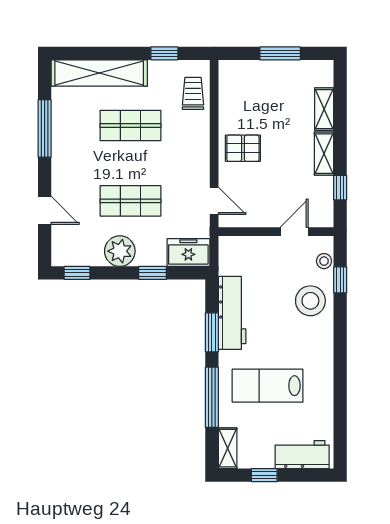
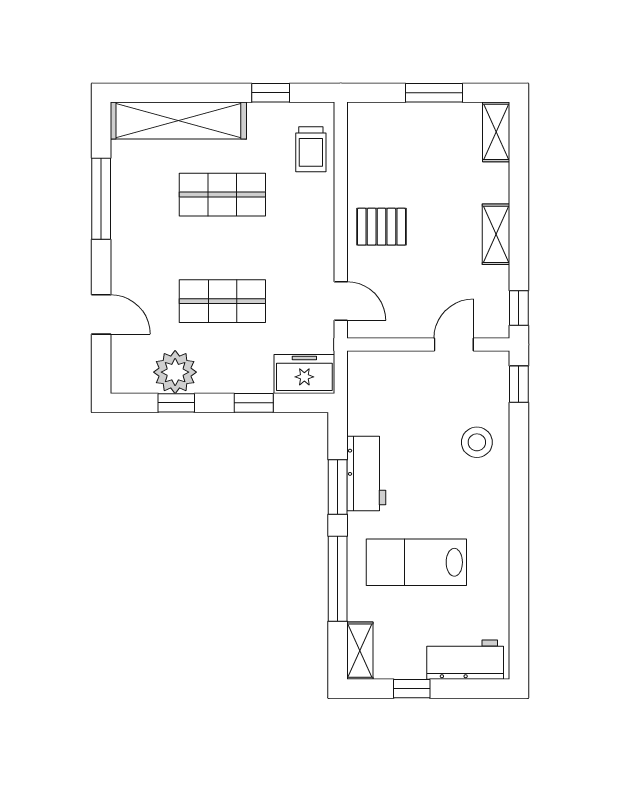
trolley: (193, 93) -> (311, 149), turned 180
shelving: (324, 109) -> (496, 132), moved
window: (340, 188) -> (519, 308), moved
plant: (120, 251) -> (175, 372), moved
stool: (324, 261) -> (496, 386), removed
window: (77, 273) -> (176, 403), moved
window: (340, 280) -> (519, 384), moved
stool: (310, 301) -> (477, 442), width x0.73, depth x0.73
workbench: (232, 313) -> (366, 474), width x0.73

